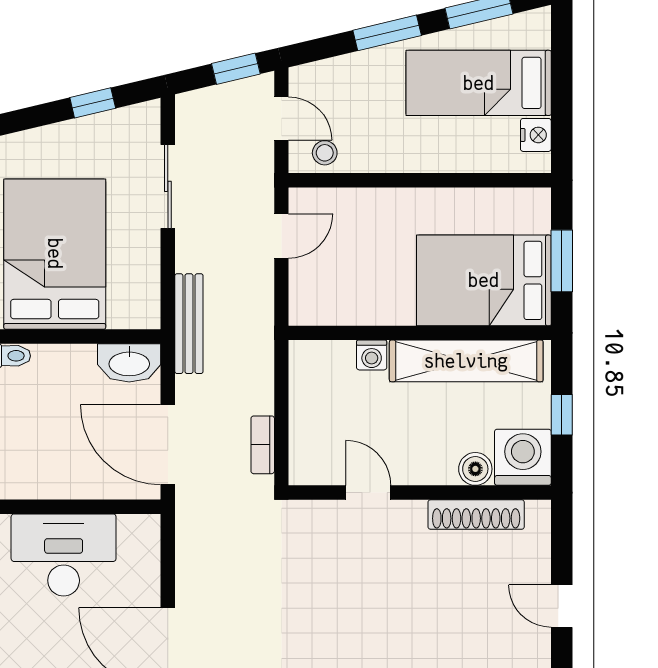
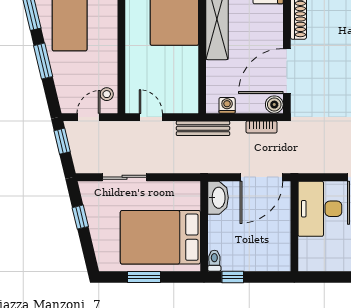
bench: (189, 324) -> (203, 128), moved
washing machine: (372, 355) -> (227, 105), moved, turned -90
boiler: (475, 469) -> (274, 105), moved
door: (368, 493) -> (287, 71), width x1.88
desk: (64, 555) -> (320, 209), moved

